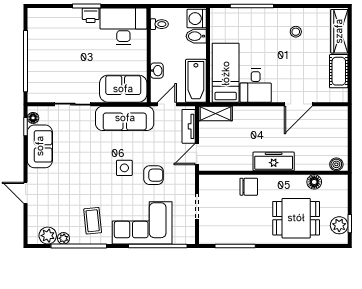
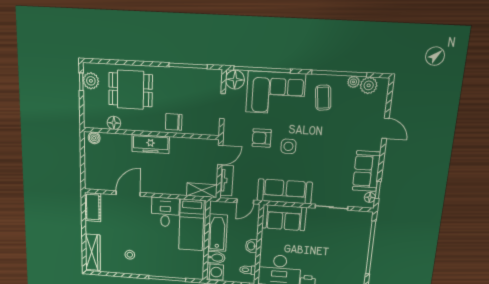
washbasin: (157, 71) -> (251, 246), moved
cot: (339, 71) -> (93, 207), moved
bathtub: (196, 81) -> (217, 233), moved
floor lamp: (185, 234) -> (235, 80), added

